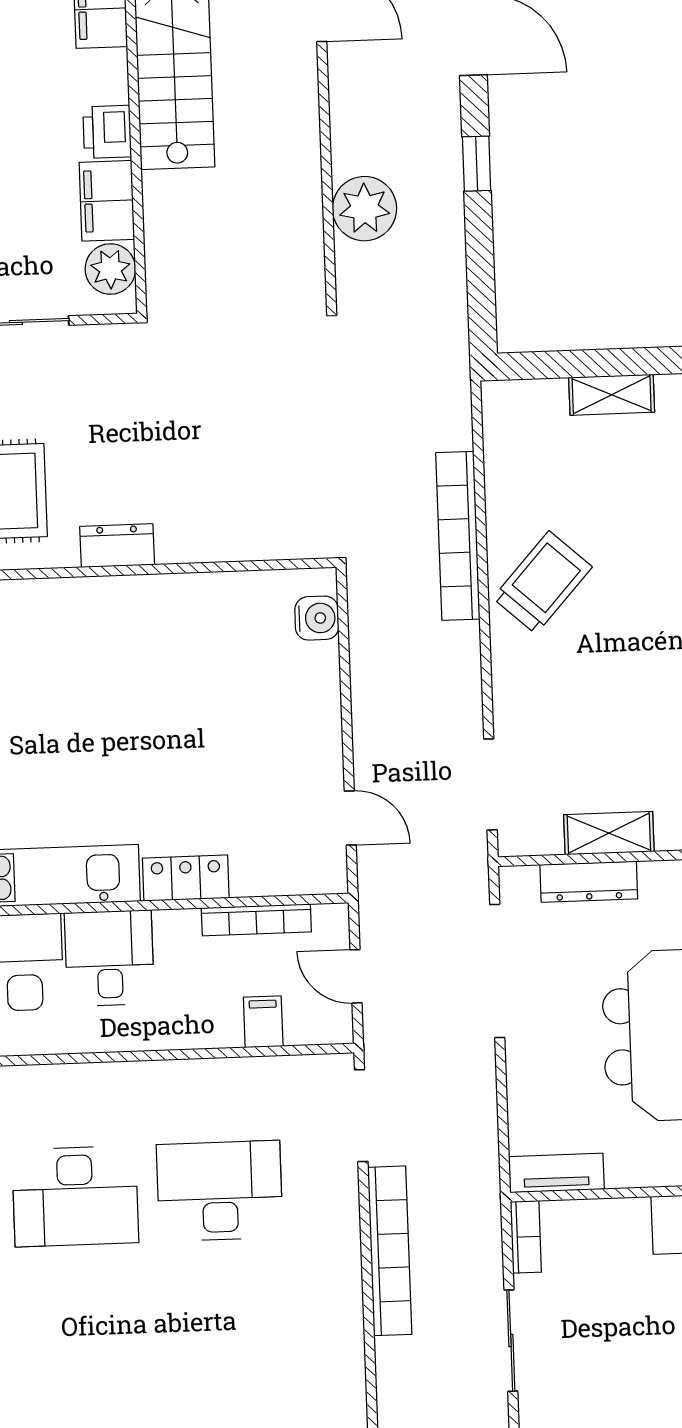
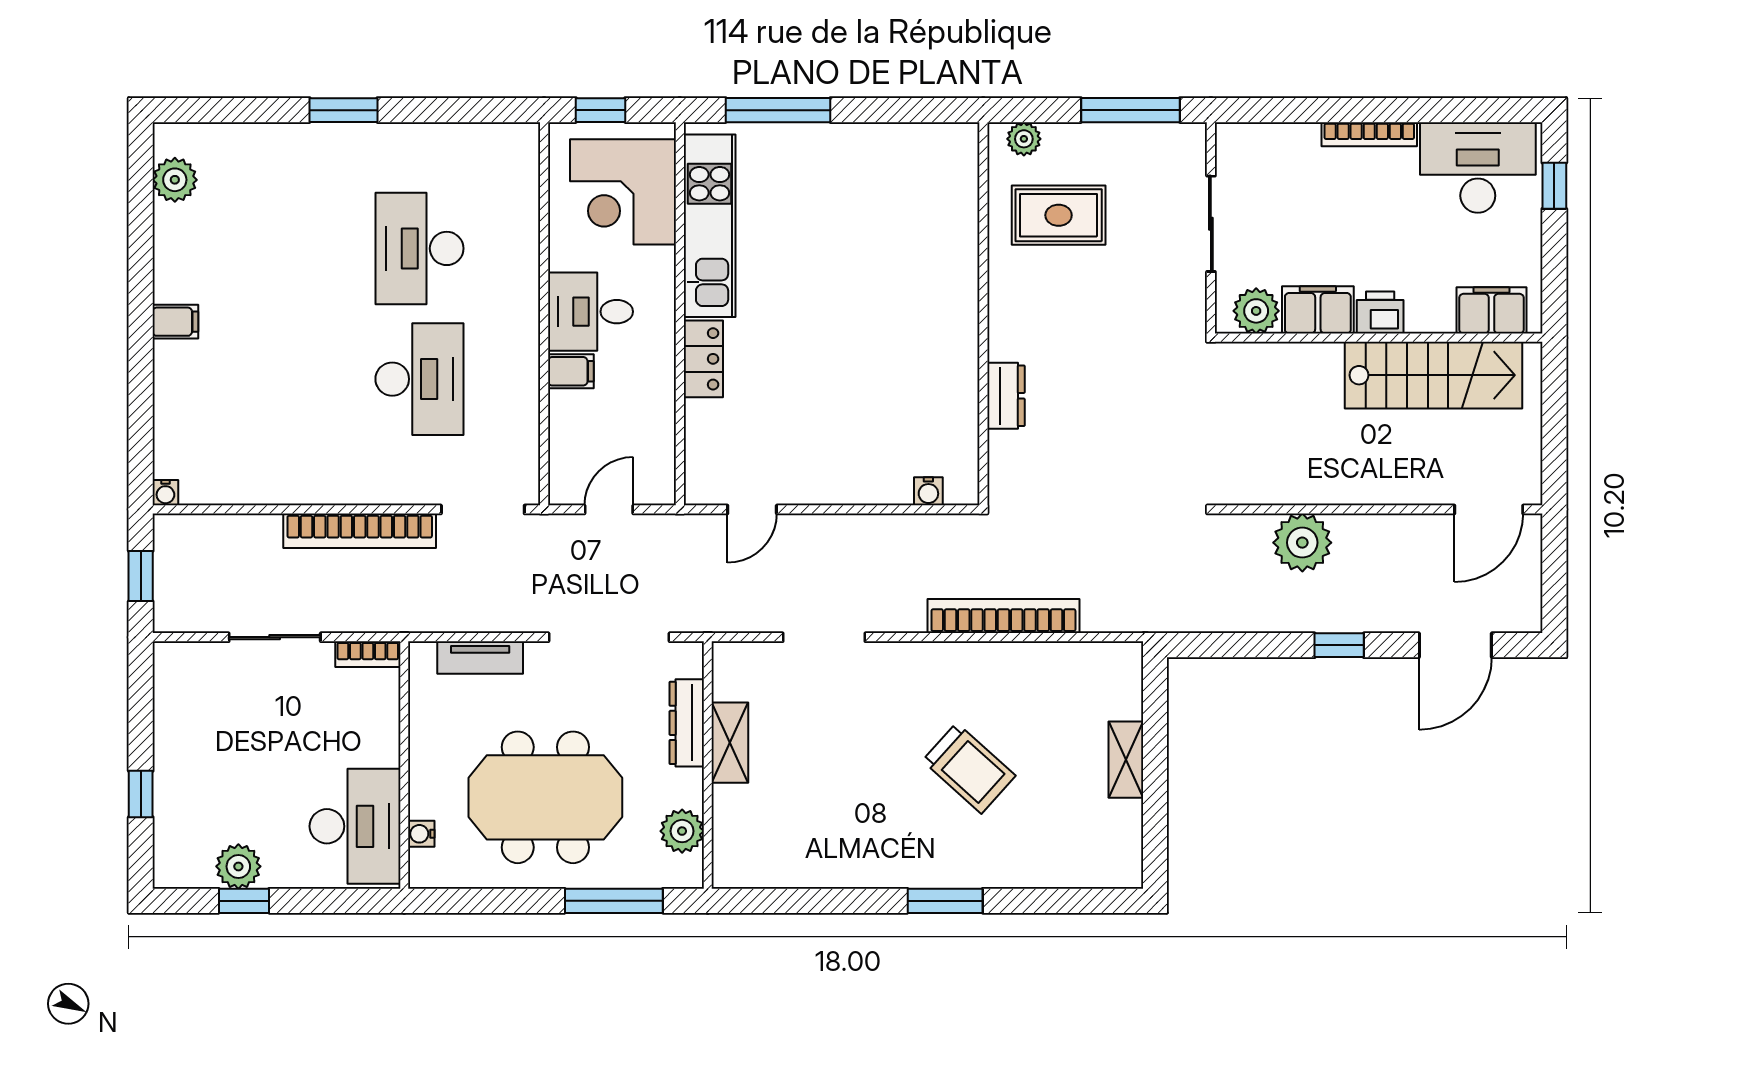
dresser: (117, 546) -> (1006, 396), moved
trolley: (542, 583) -> (969, 768), moved
water cooler: (317, 618) -> (928, 491), width x0.72, depth x0.72
doorway: (490, 784) -> (824, 637), moved
bookcase: (256, 920) -> (663, 421), removed
desk: (109, 958) -> (590, 312), moved, turned 180
filing cabinet: (263, 1022) -> (571, 371), moved
tv unit: (556, 1173) -> (480, 658), moved, turned 90

